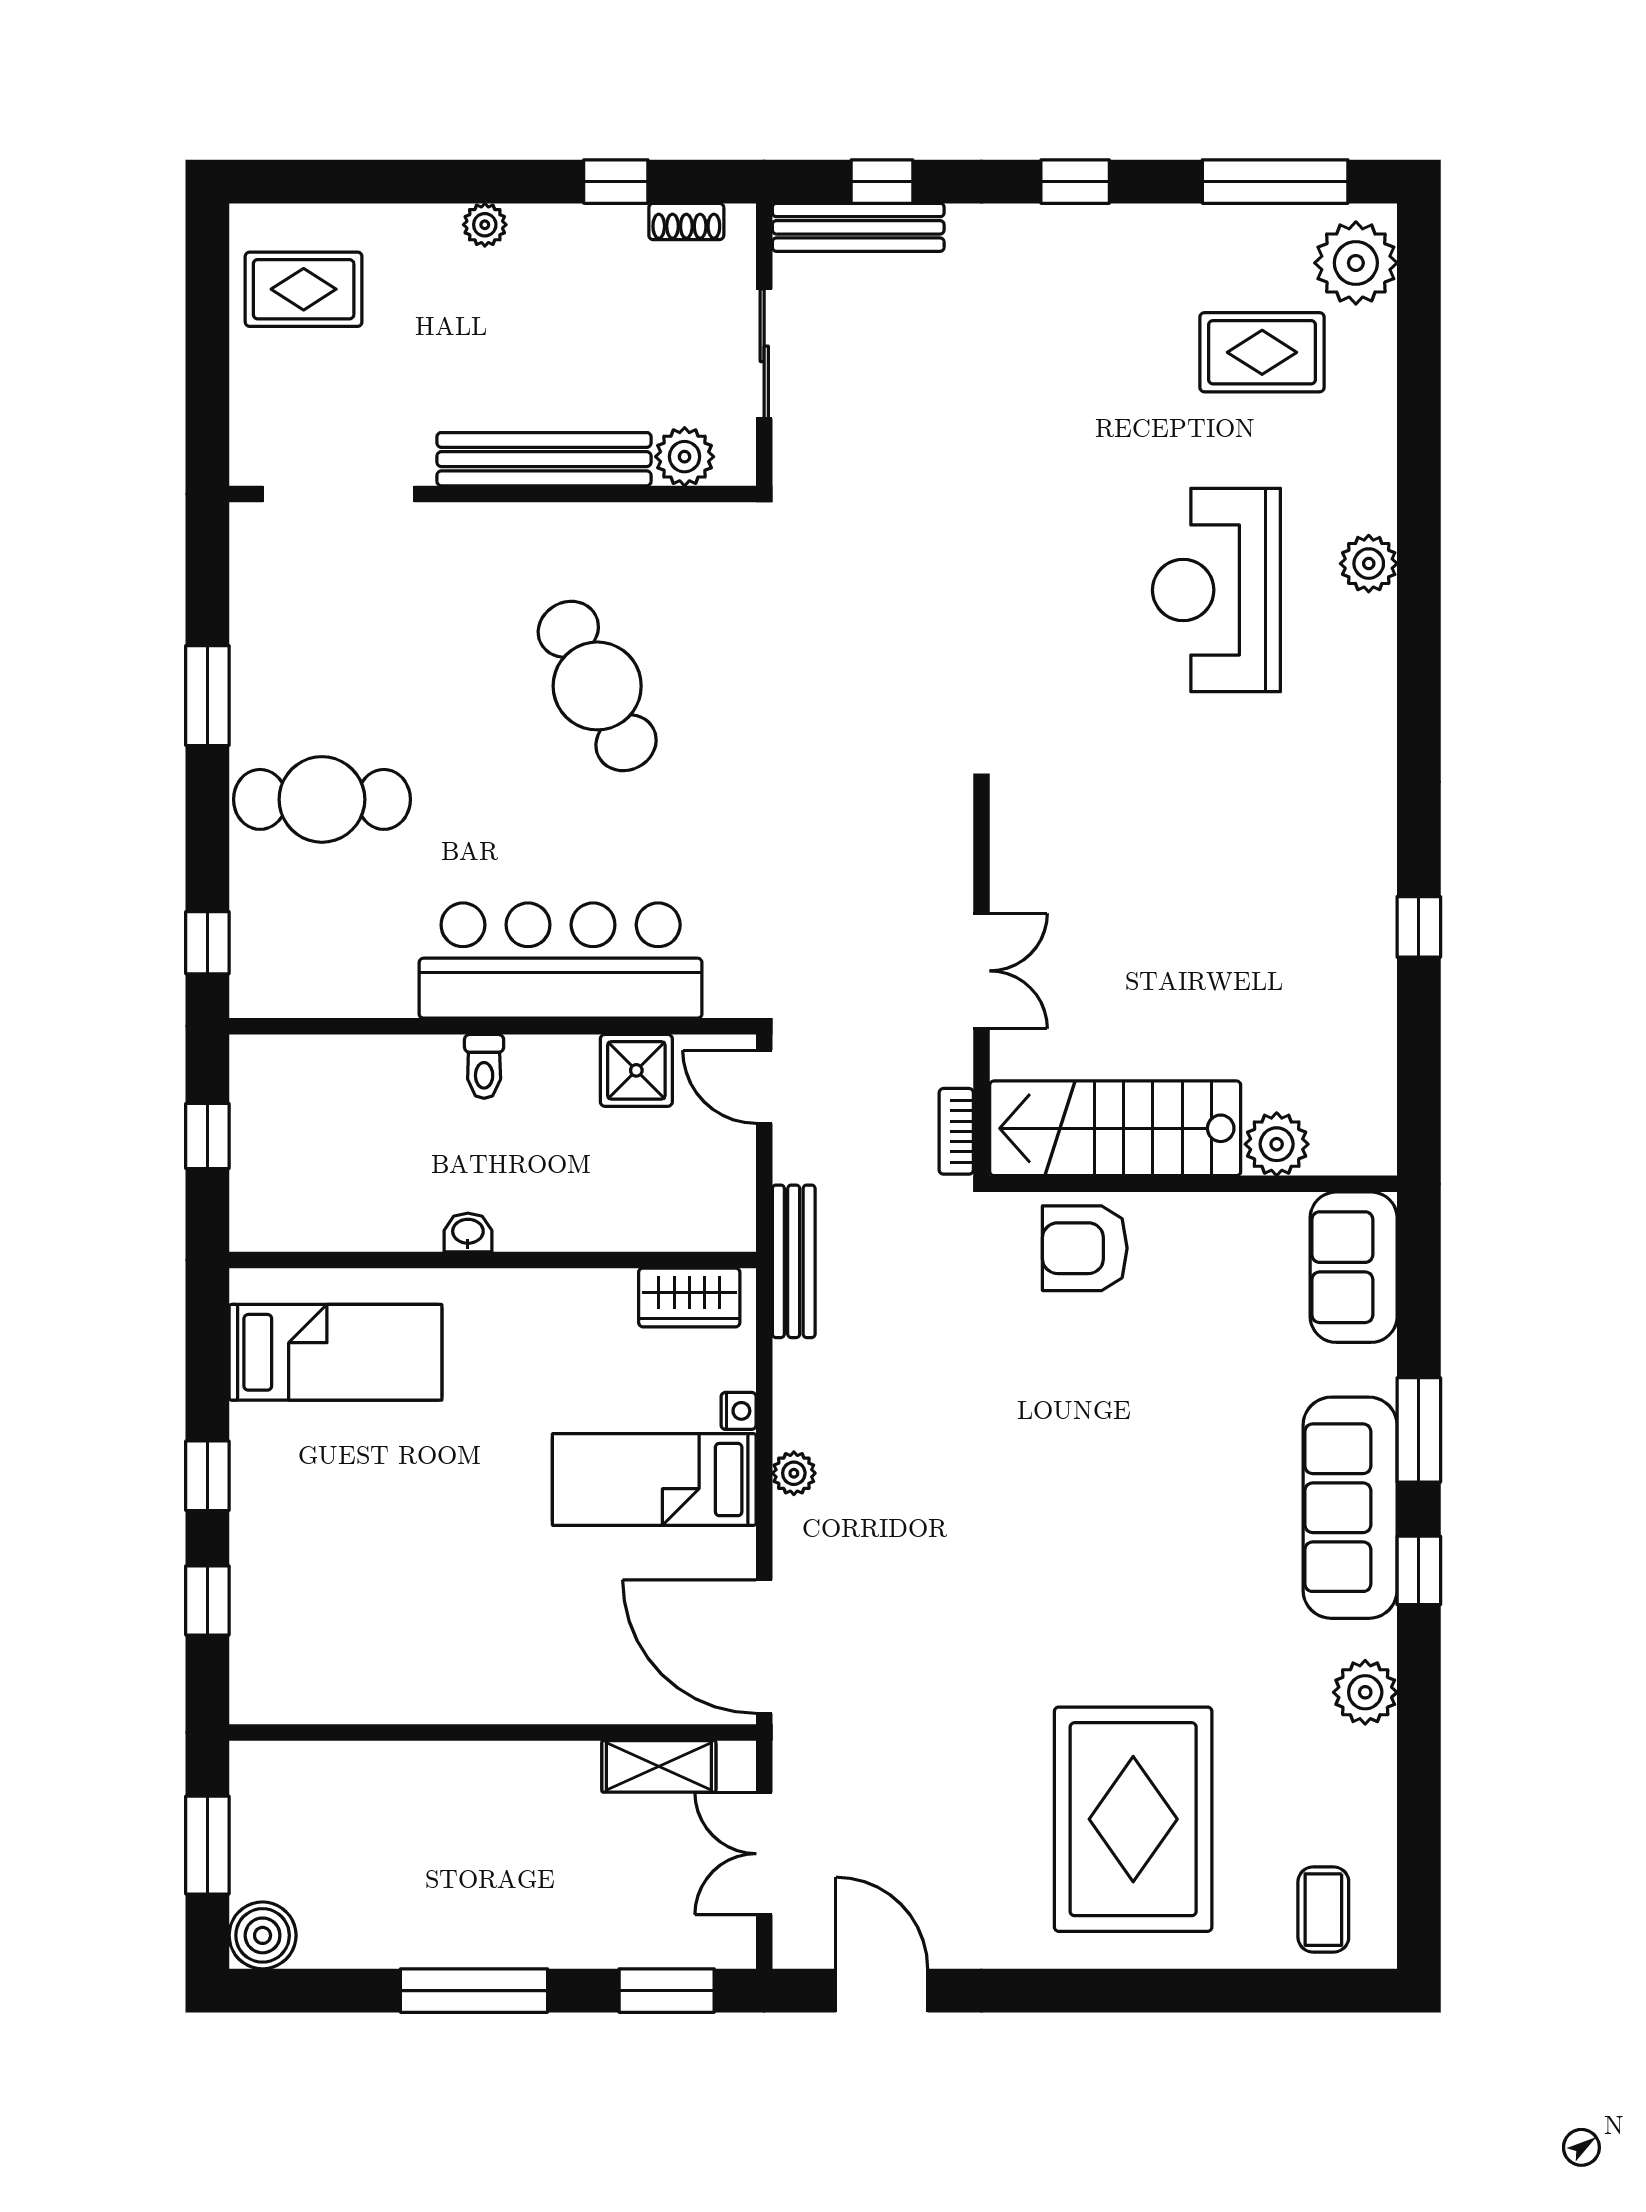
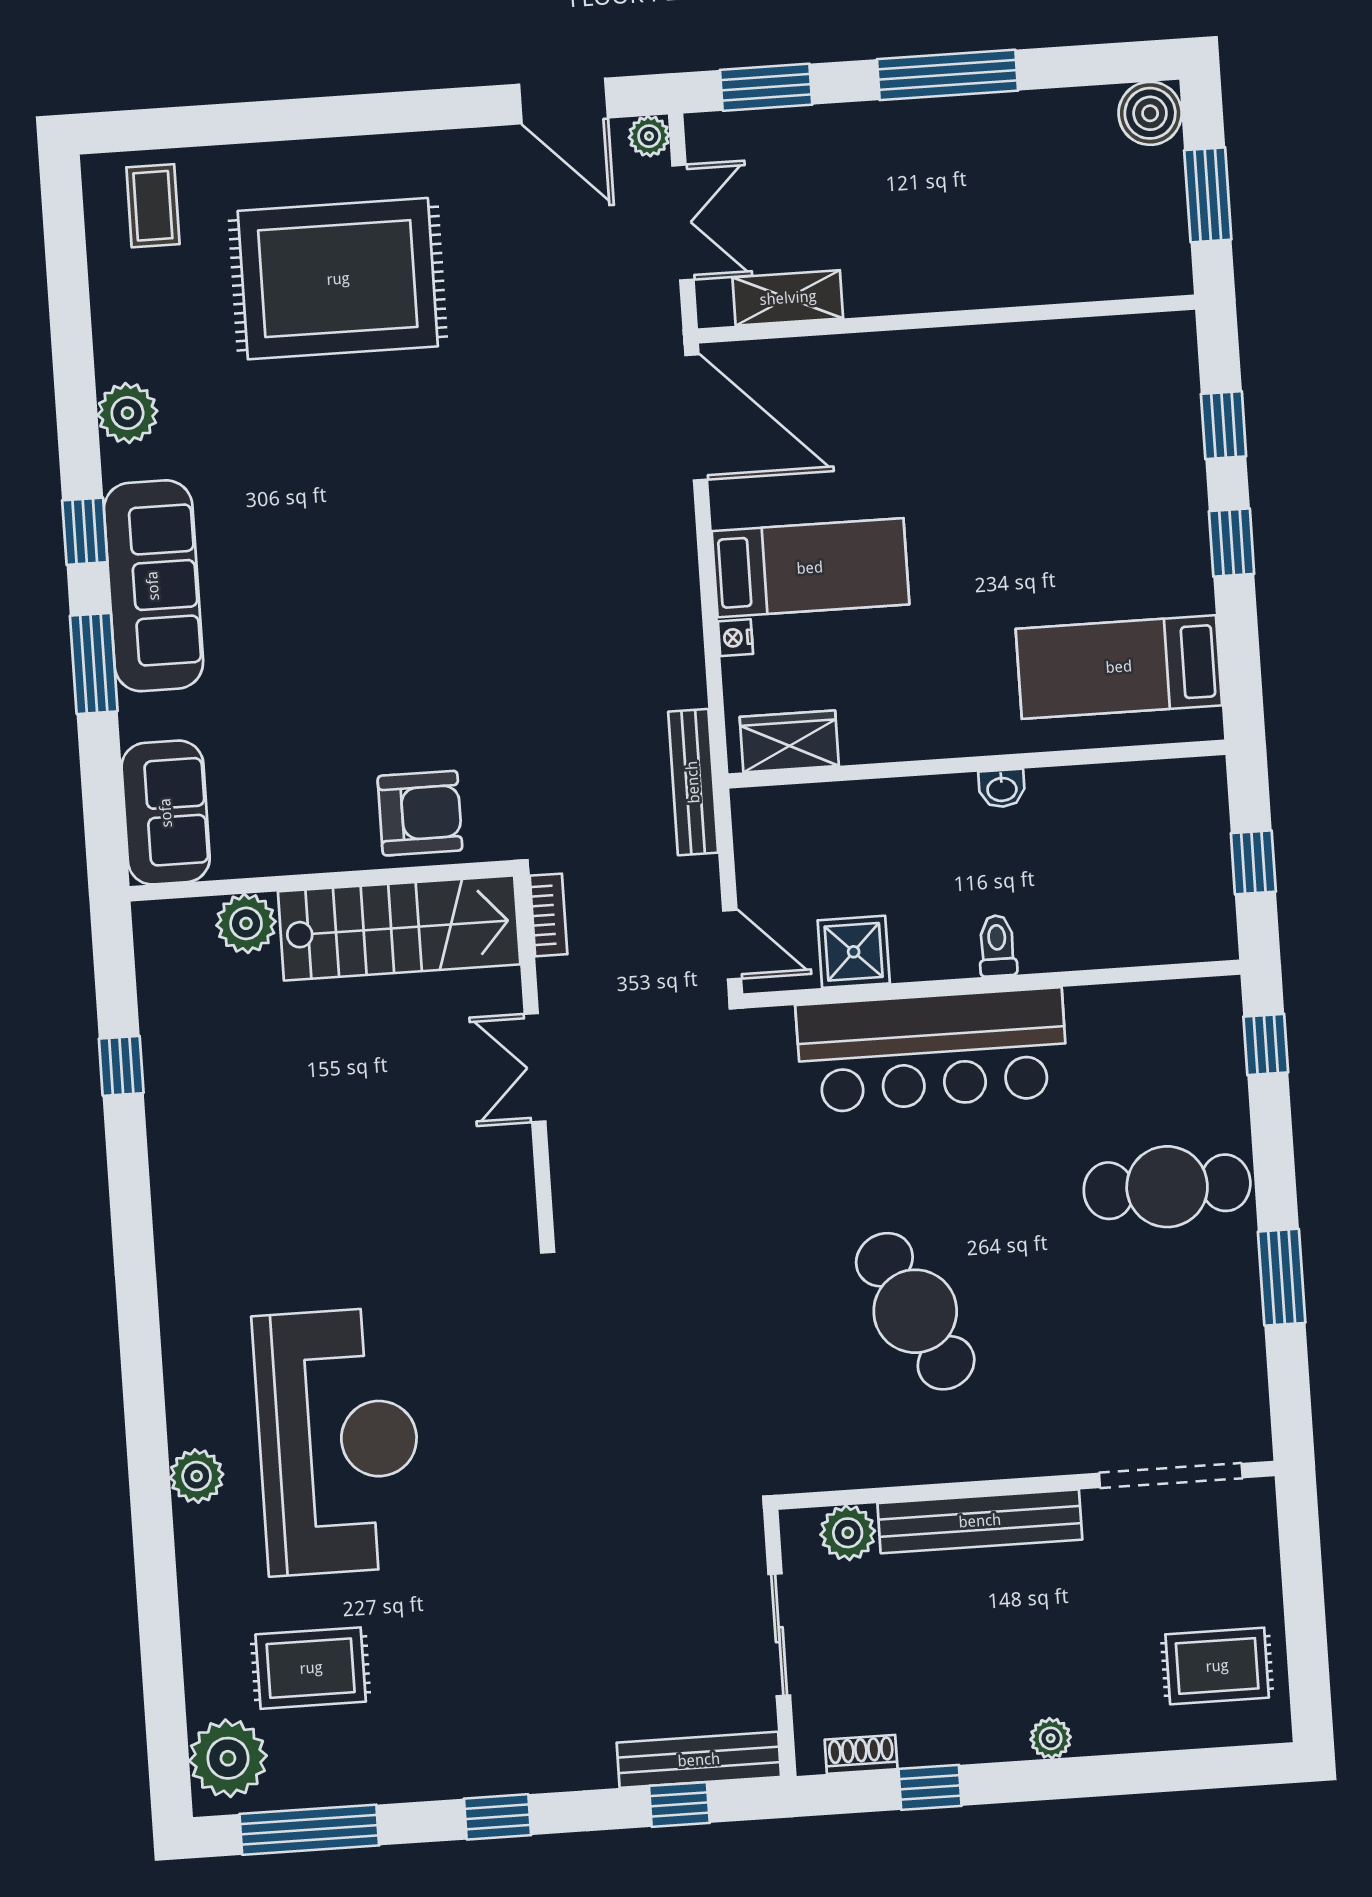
reception desk: (1216, 590) -> (338, 1441), width x1.36, depth x1.30
window: (1419, 927) -> (121, 1066), moved
plant: (794, 1473) -> (649, 136), moved
rug: (1133, 1819) -> (338, 279), turned 90

